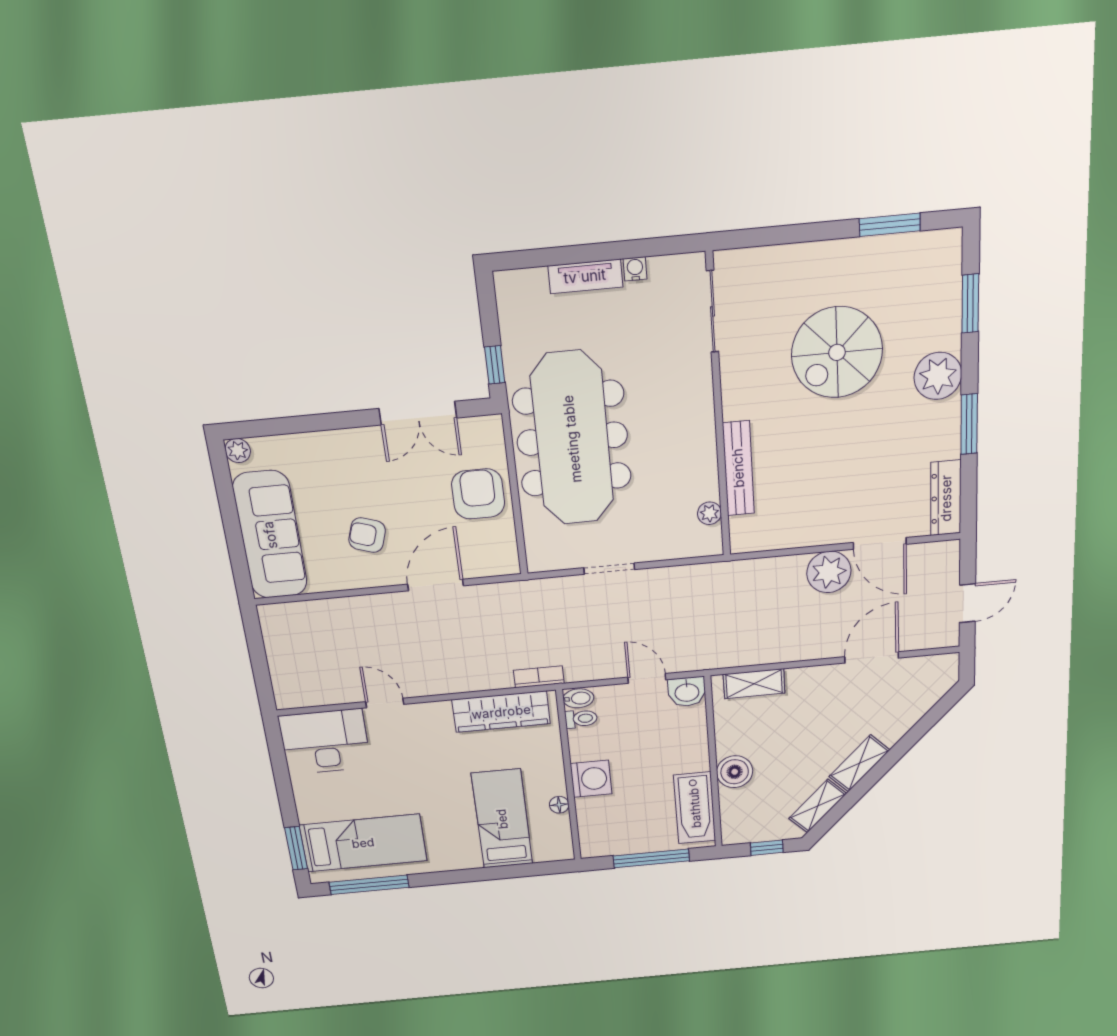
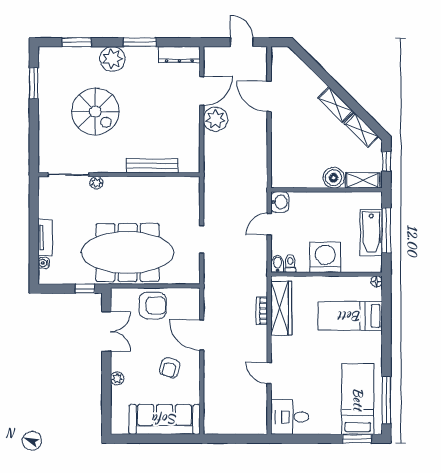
water cooler: (635, 269) -> (44, 263), moved
plant: (238, 451) -> (117, 378), moved
armchair: (478, 494) -> (153, 306), turned 180
plant: (709, 513) -> (96, 183), moved
bookcase: (539, 677) -> (262, 311), moved
shelving: (754, 684) -> (363, 180), moved, turned 90
door: (385, 703) -> (269, 373), hinge flipped
desk: (325, 742) -> (290, 417), width x0.73
washing machine: (591, 779) -> (325, 257), width x1.37, depth x1.37
floor lamp: (559, 805) -> (377, 282), moved
bathtub: (695, 808) -> (371, 232), moved, turned 90

